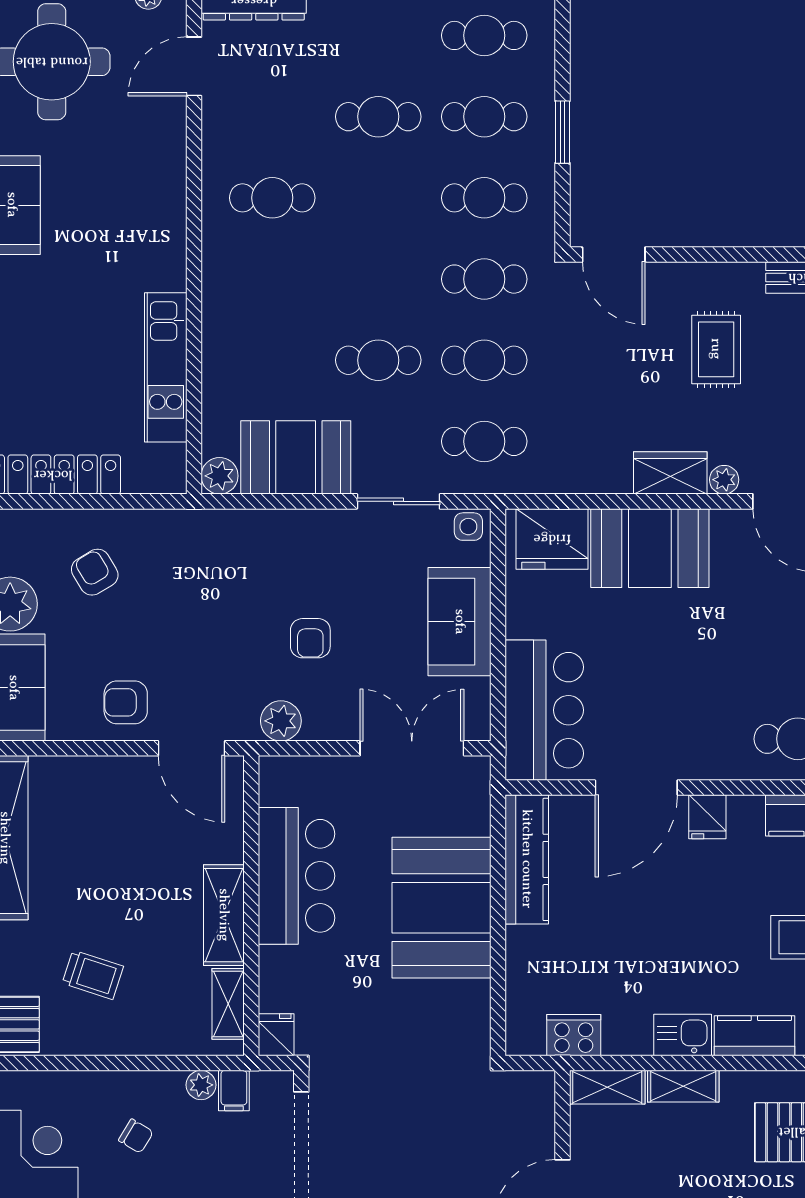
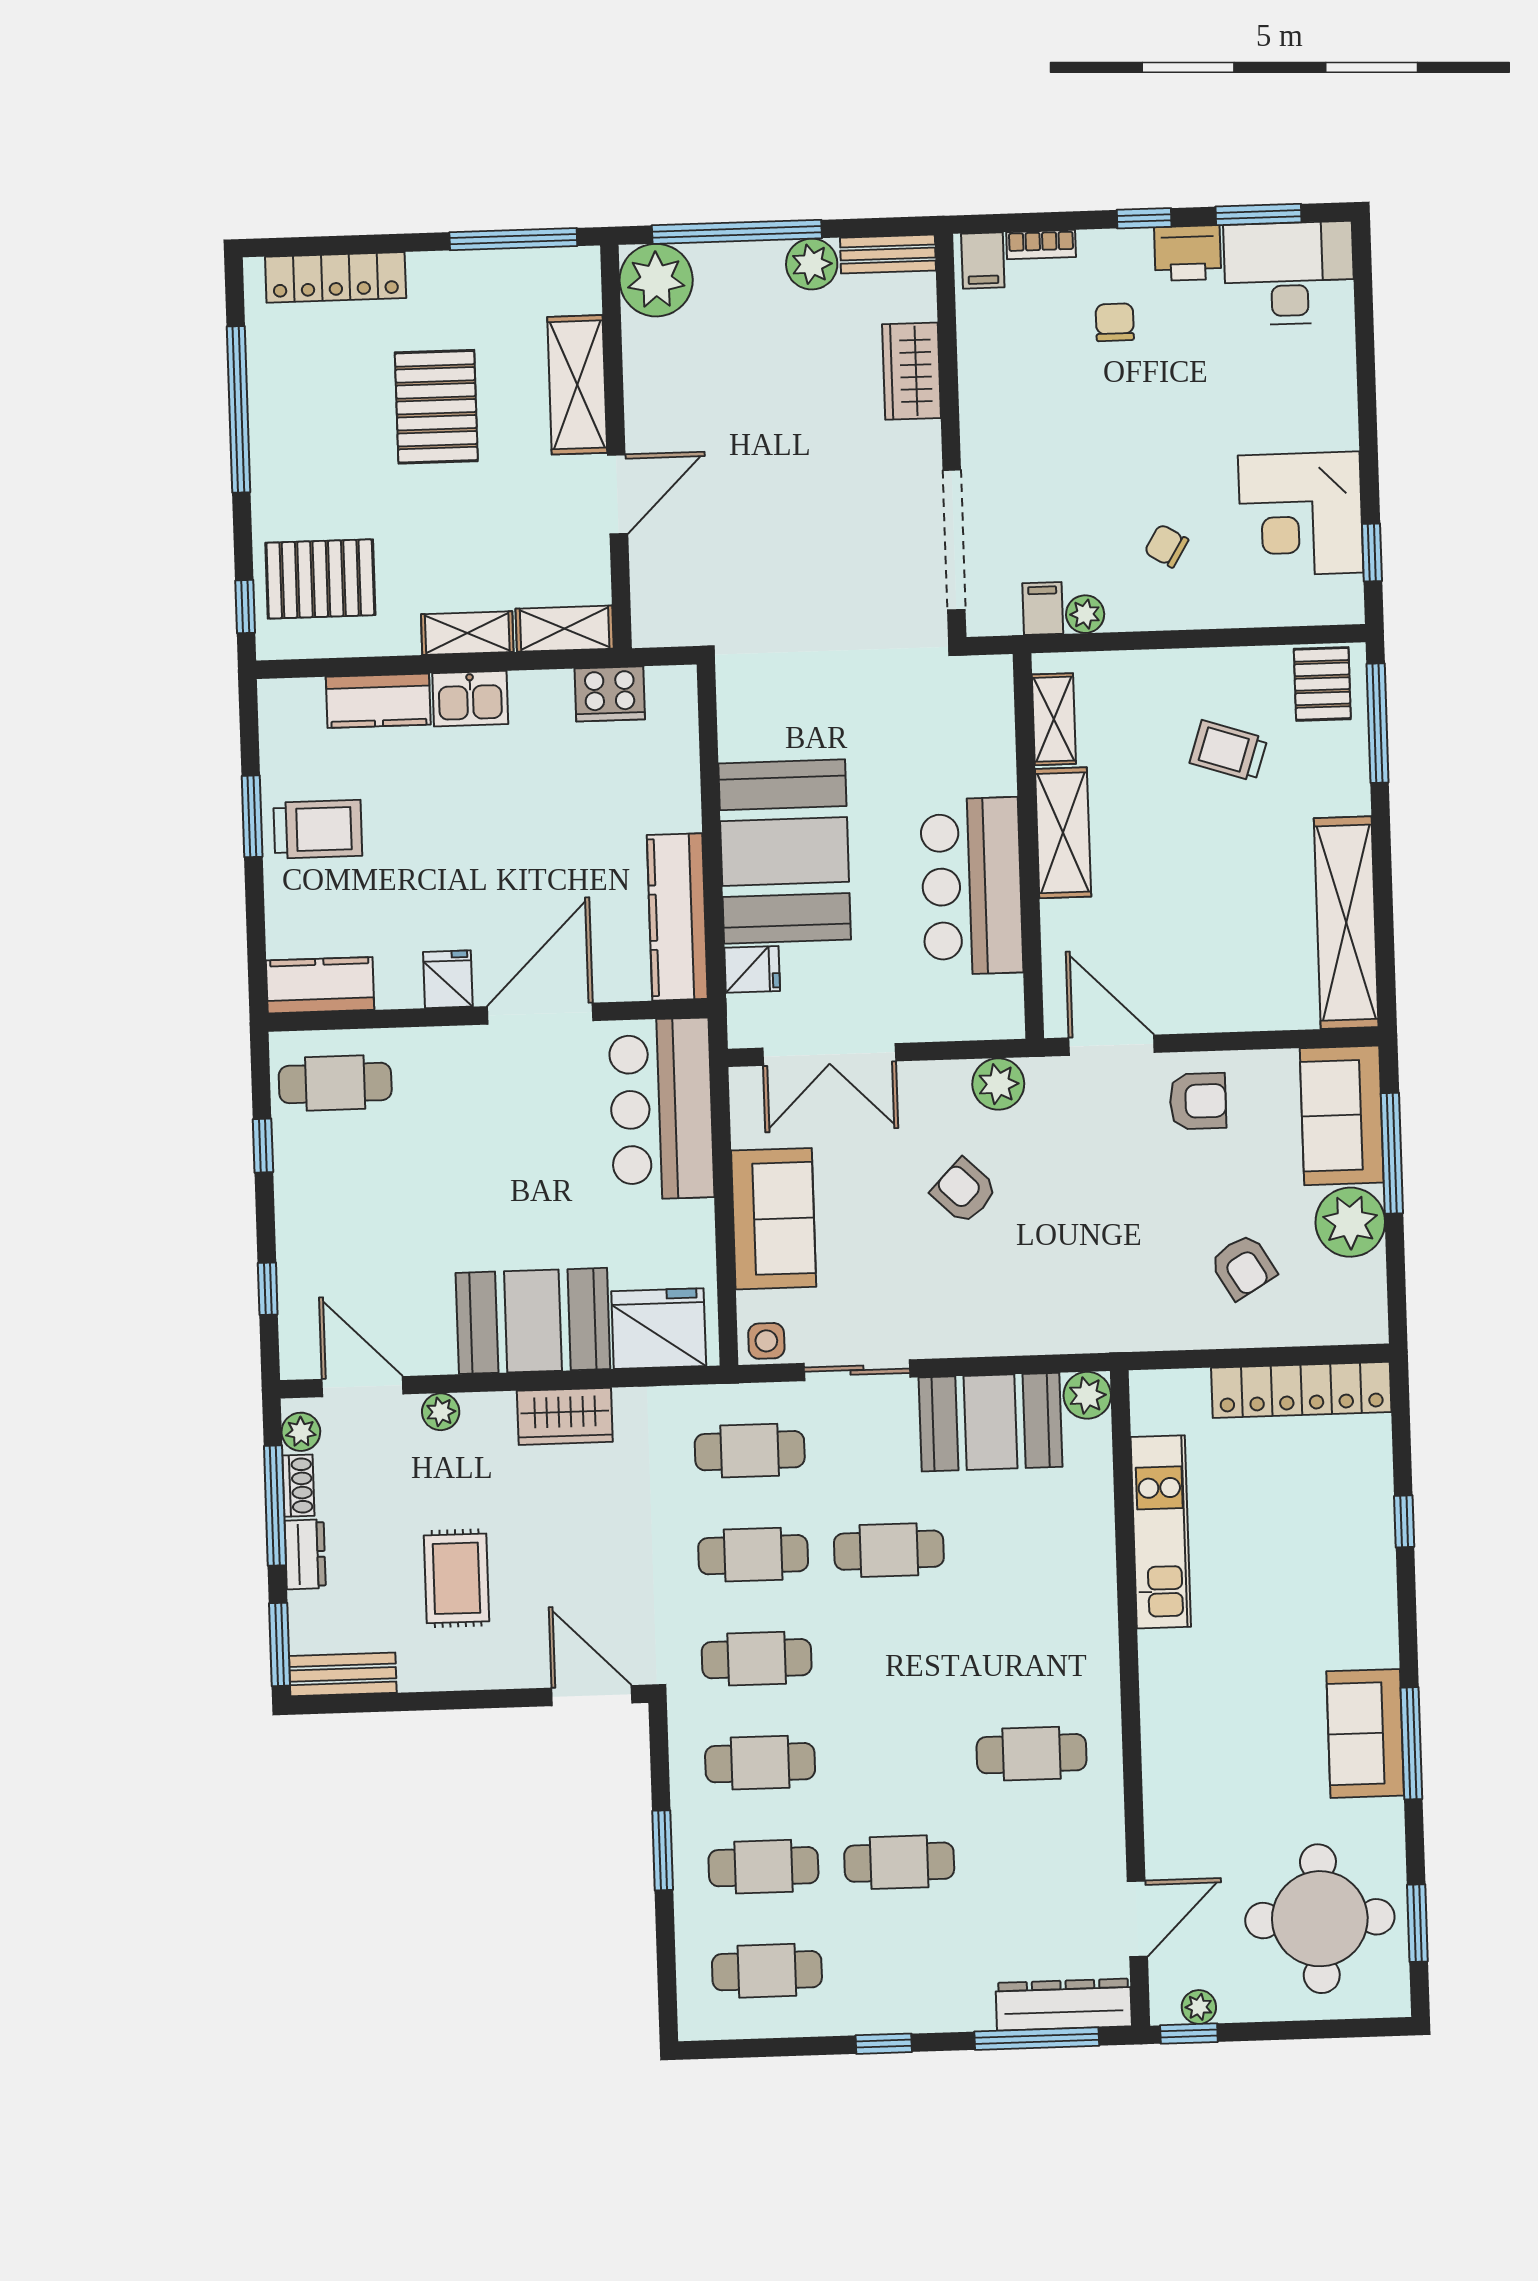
wardrobe: (670, 473) -> (565, 1416), moved
armchair: (310, 638) -> (964, 1191), turned -46
fridge: (276, 1035) -> (752, 969), moved, turned -90

